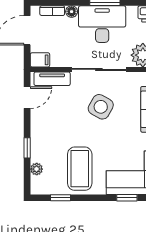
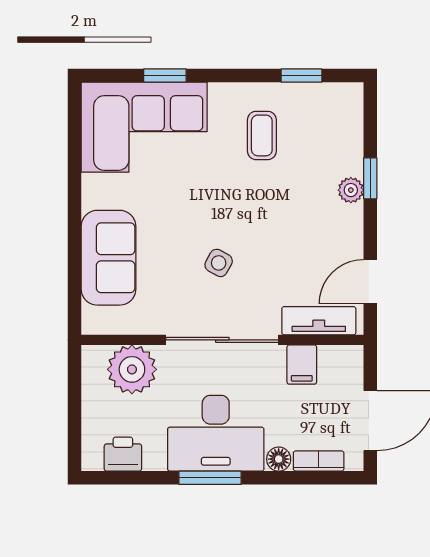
filing cabinet: (40, 60) -> (302, 365), moved, turned -90
side table: (101, 107) -> (219, 263), width x0.54, depth x0.54
plant: (37, 169) -> (351, 190), moved
coffee table: (80, 169) -> (262, 135), width x0.54, depth x0.58

